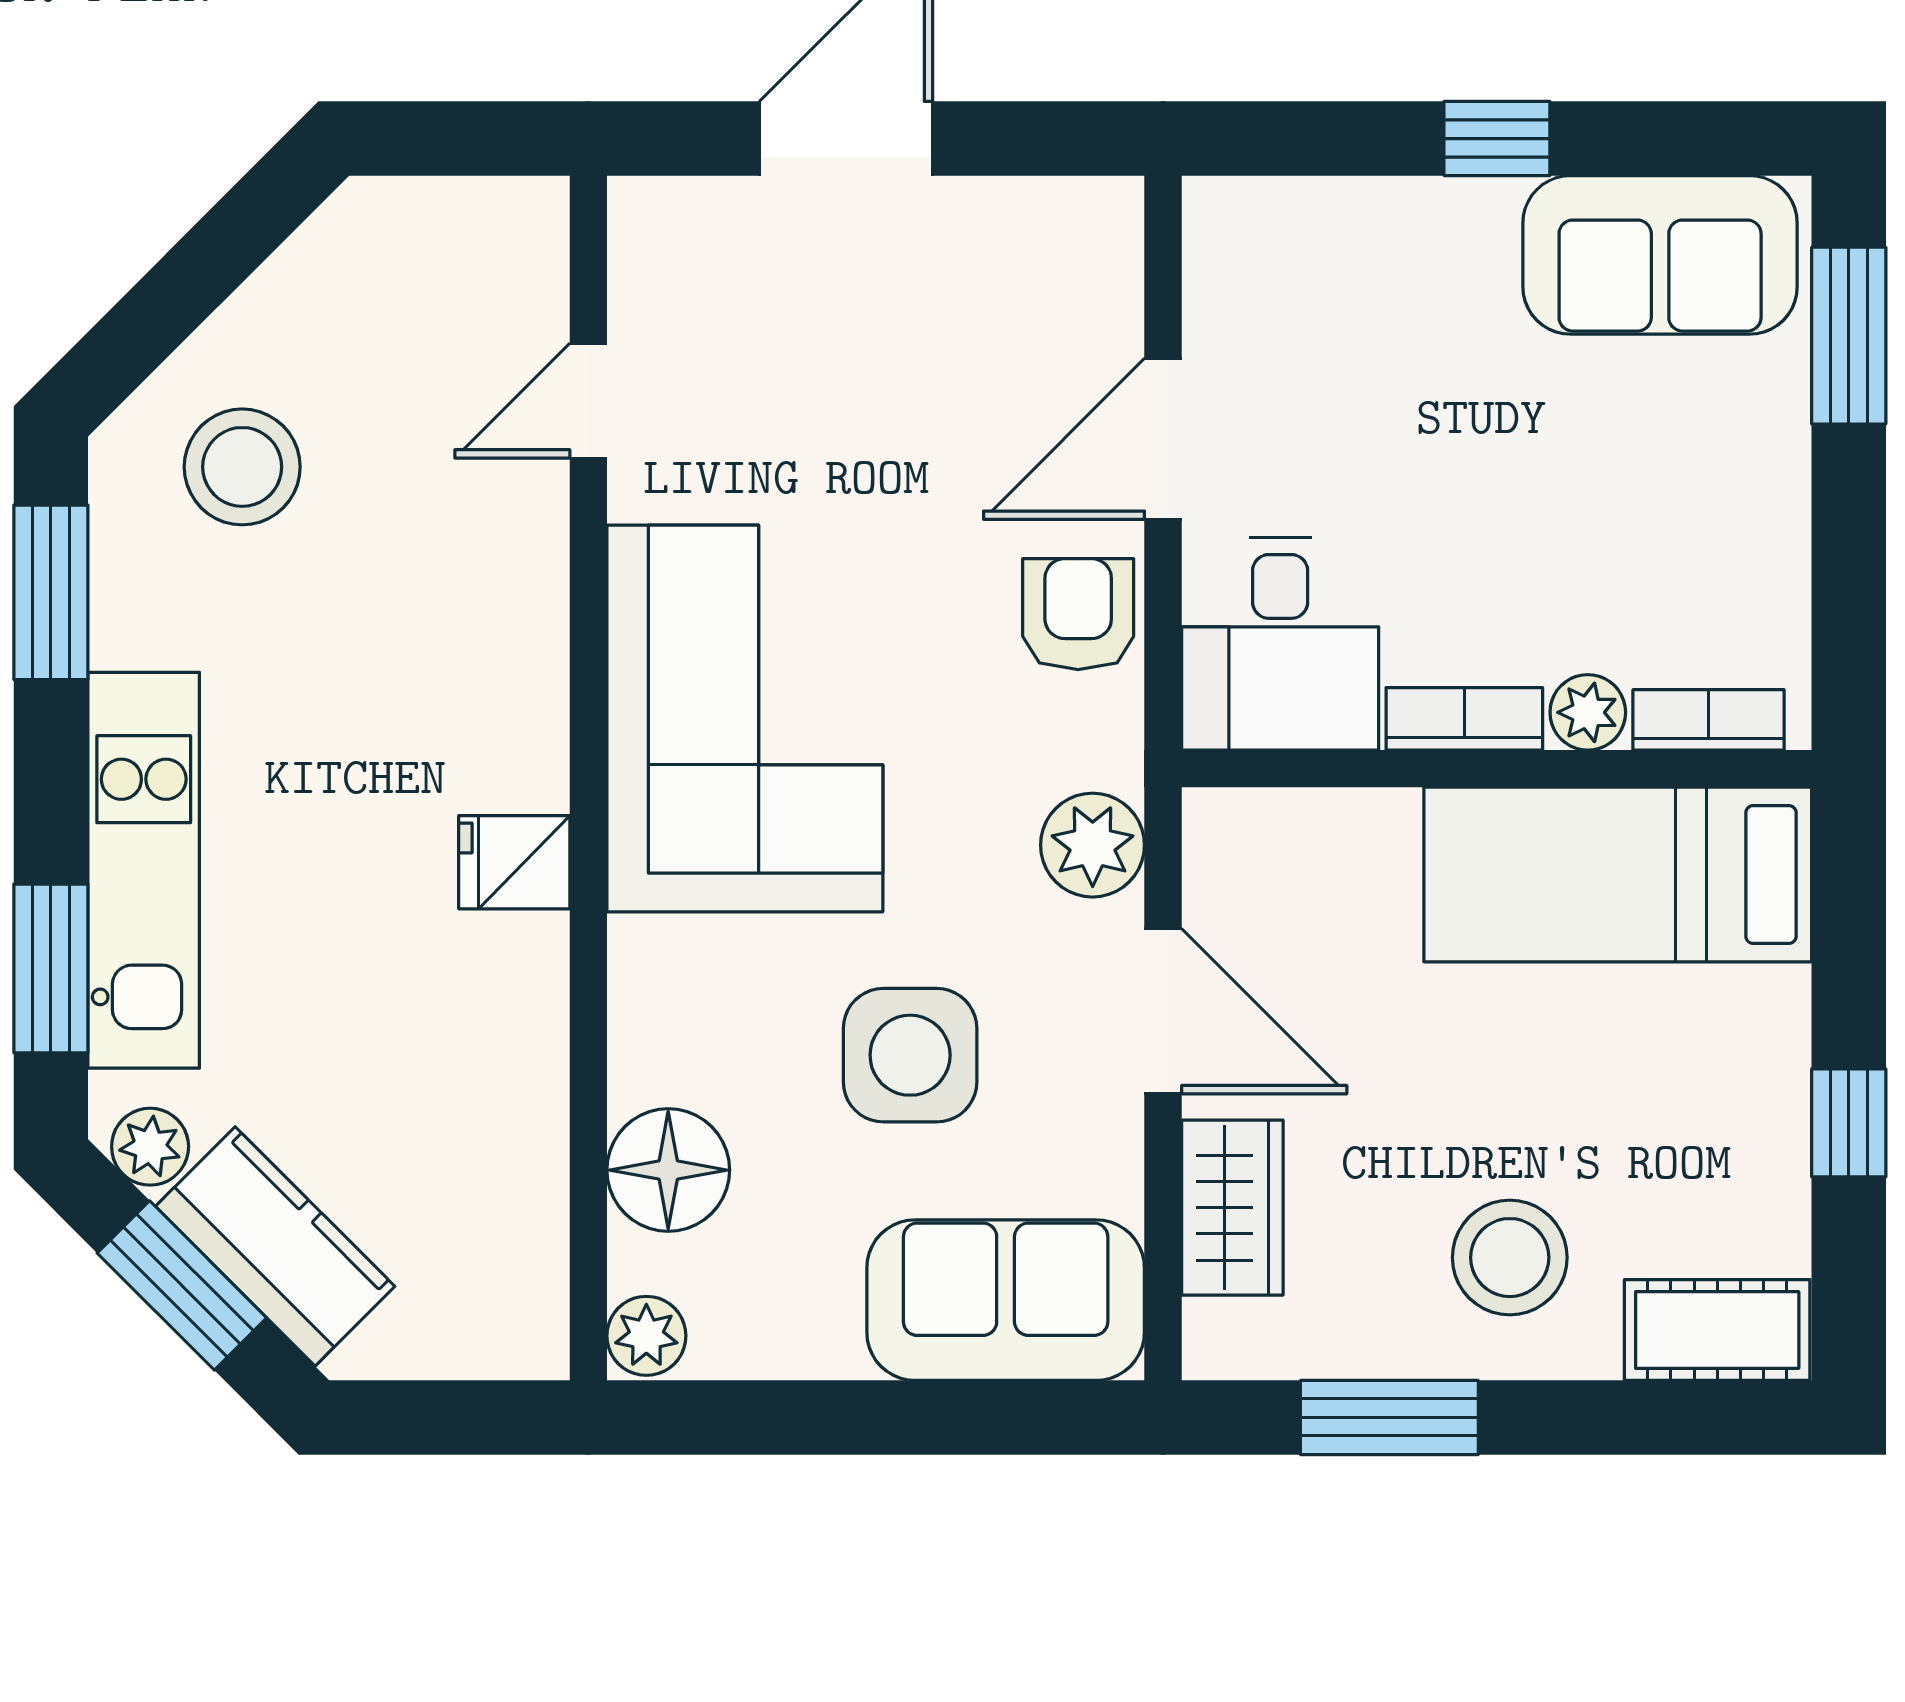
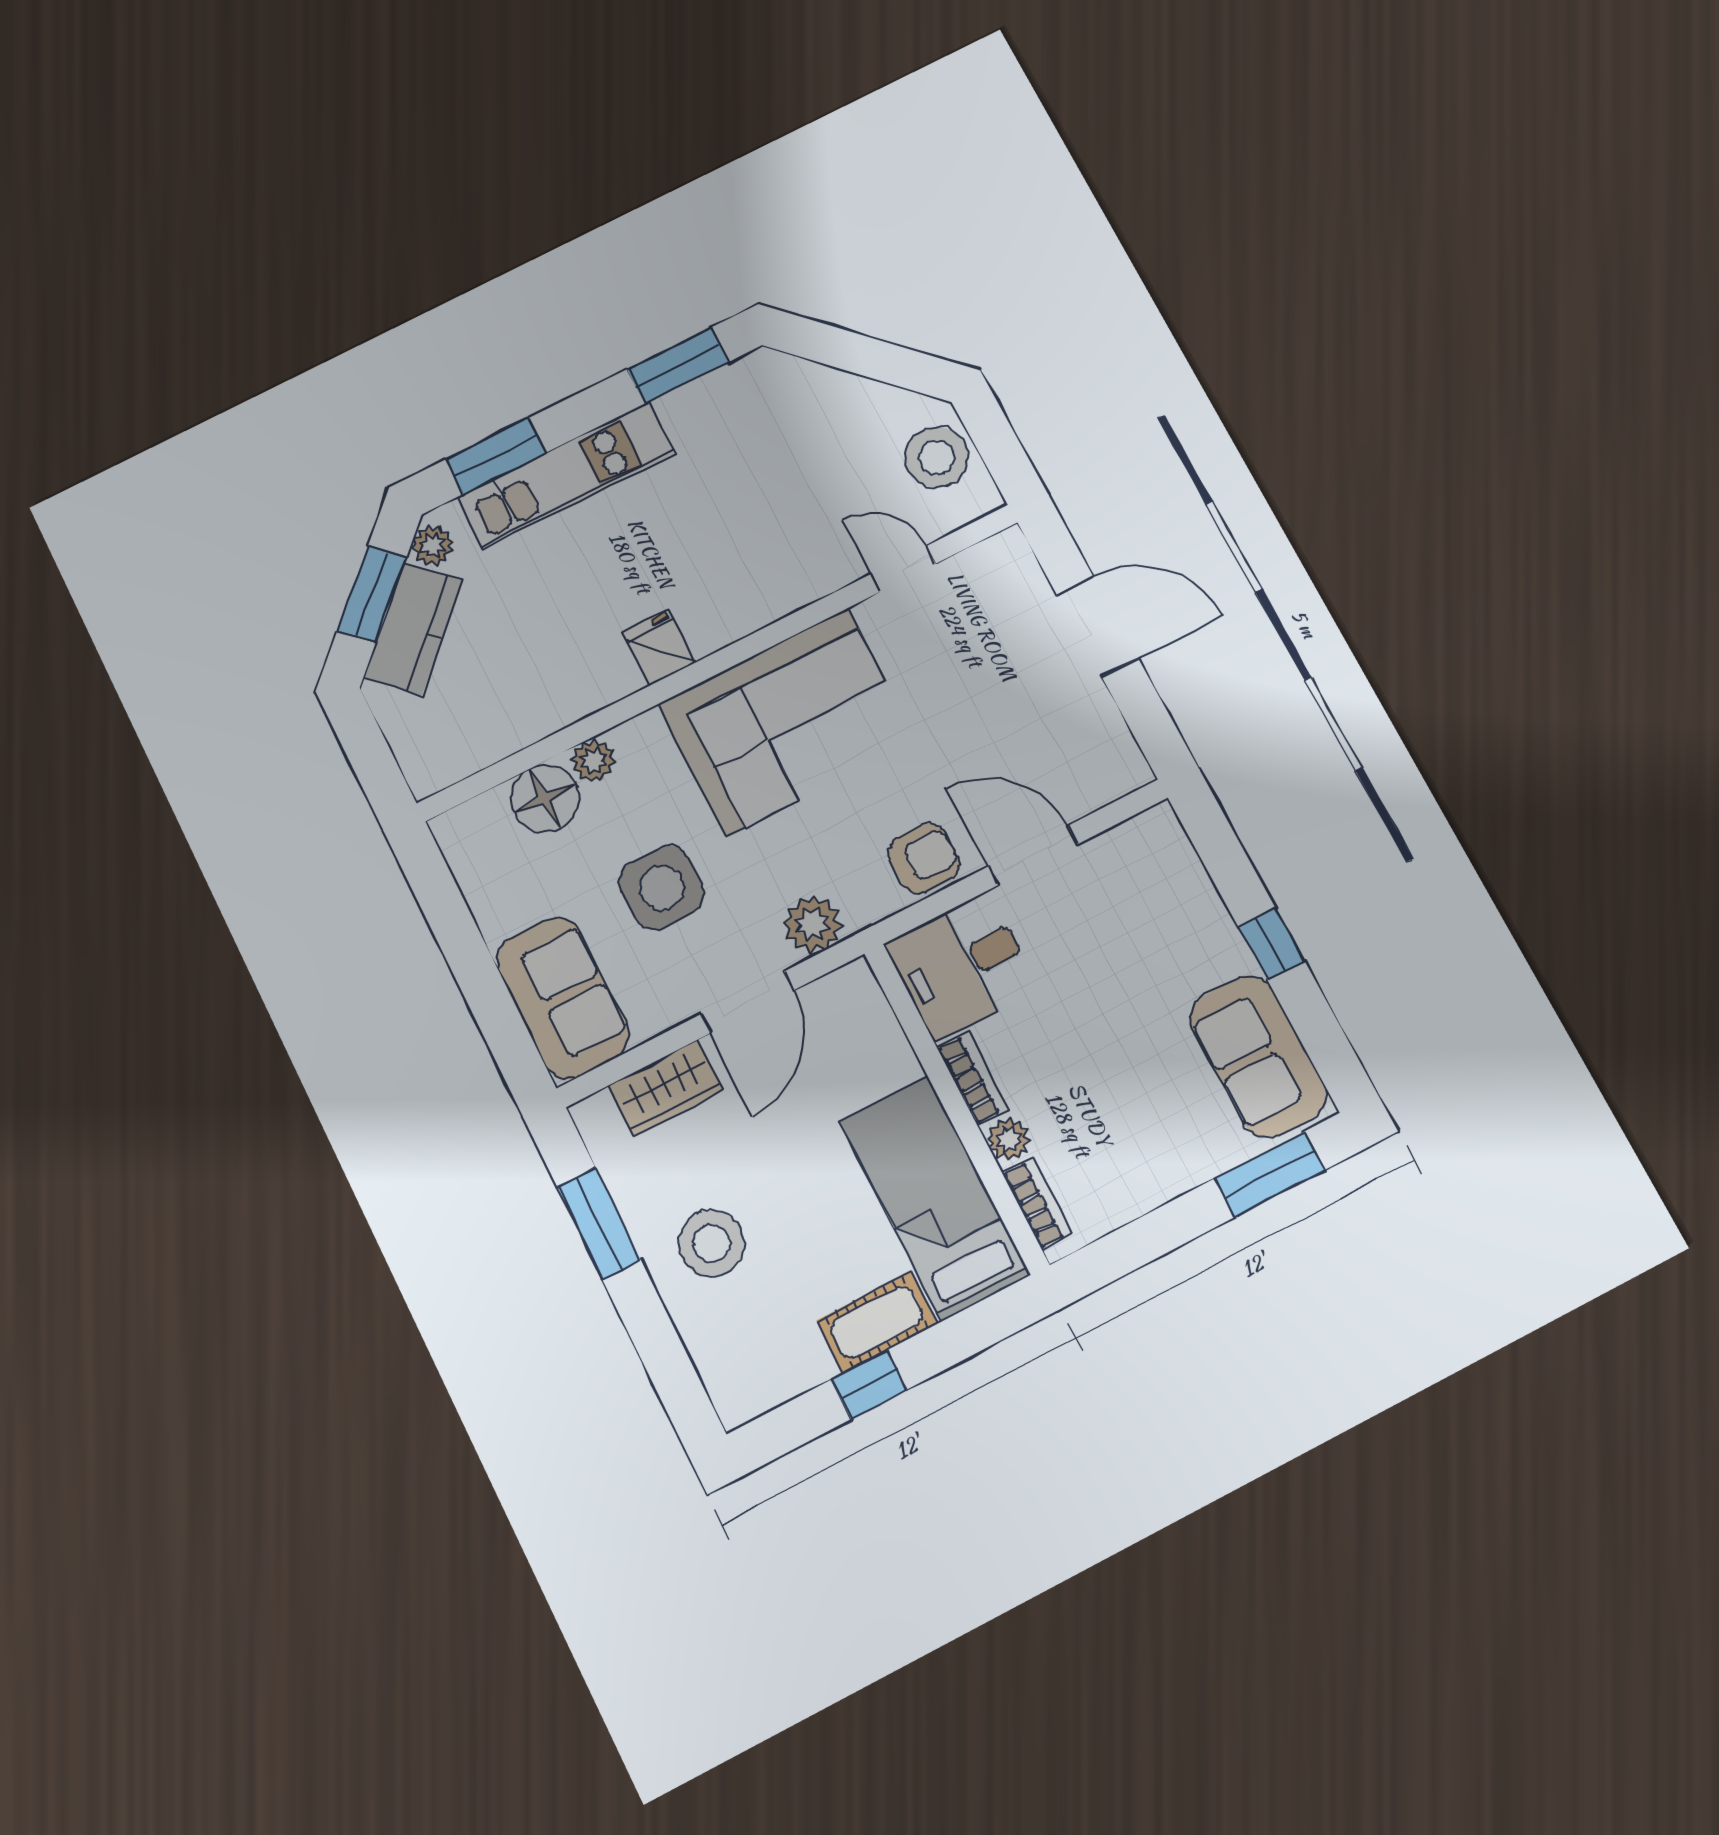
stool: (242, 467) -> (937, 457), moved
cot: (1717, 1330) -> (877, 1322), moved, turned 90
plant: (646, 1336) -> (593, 761), moved

